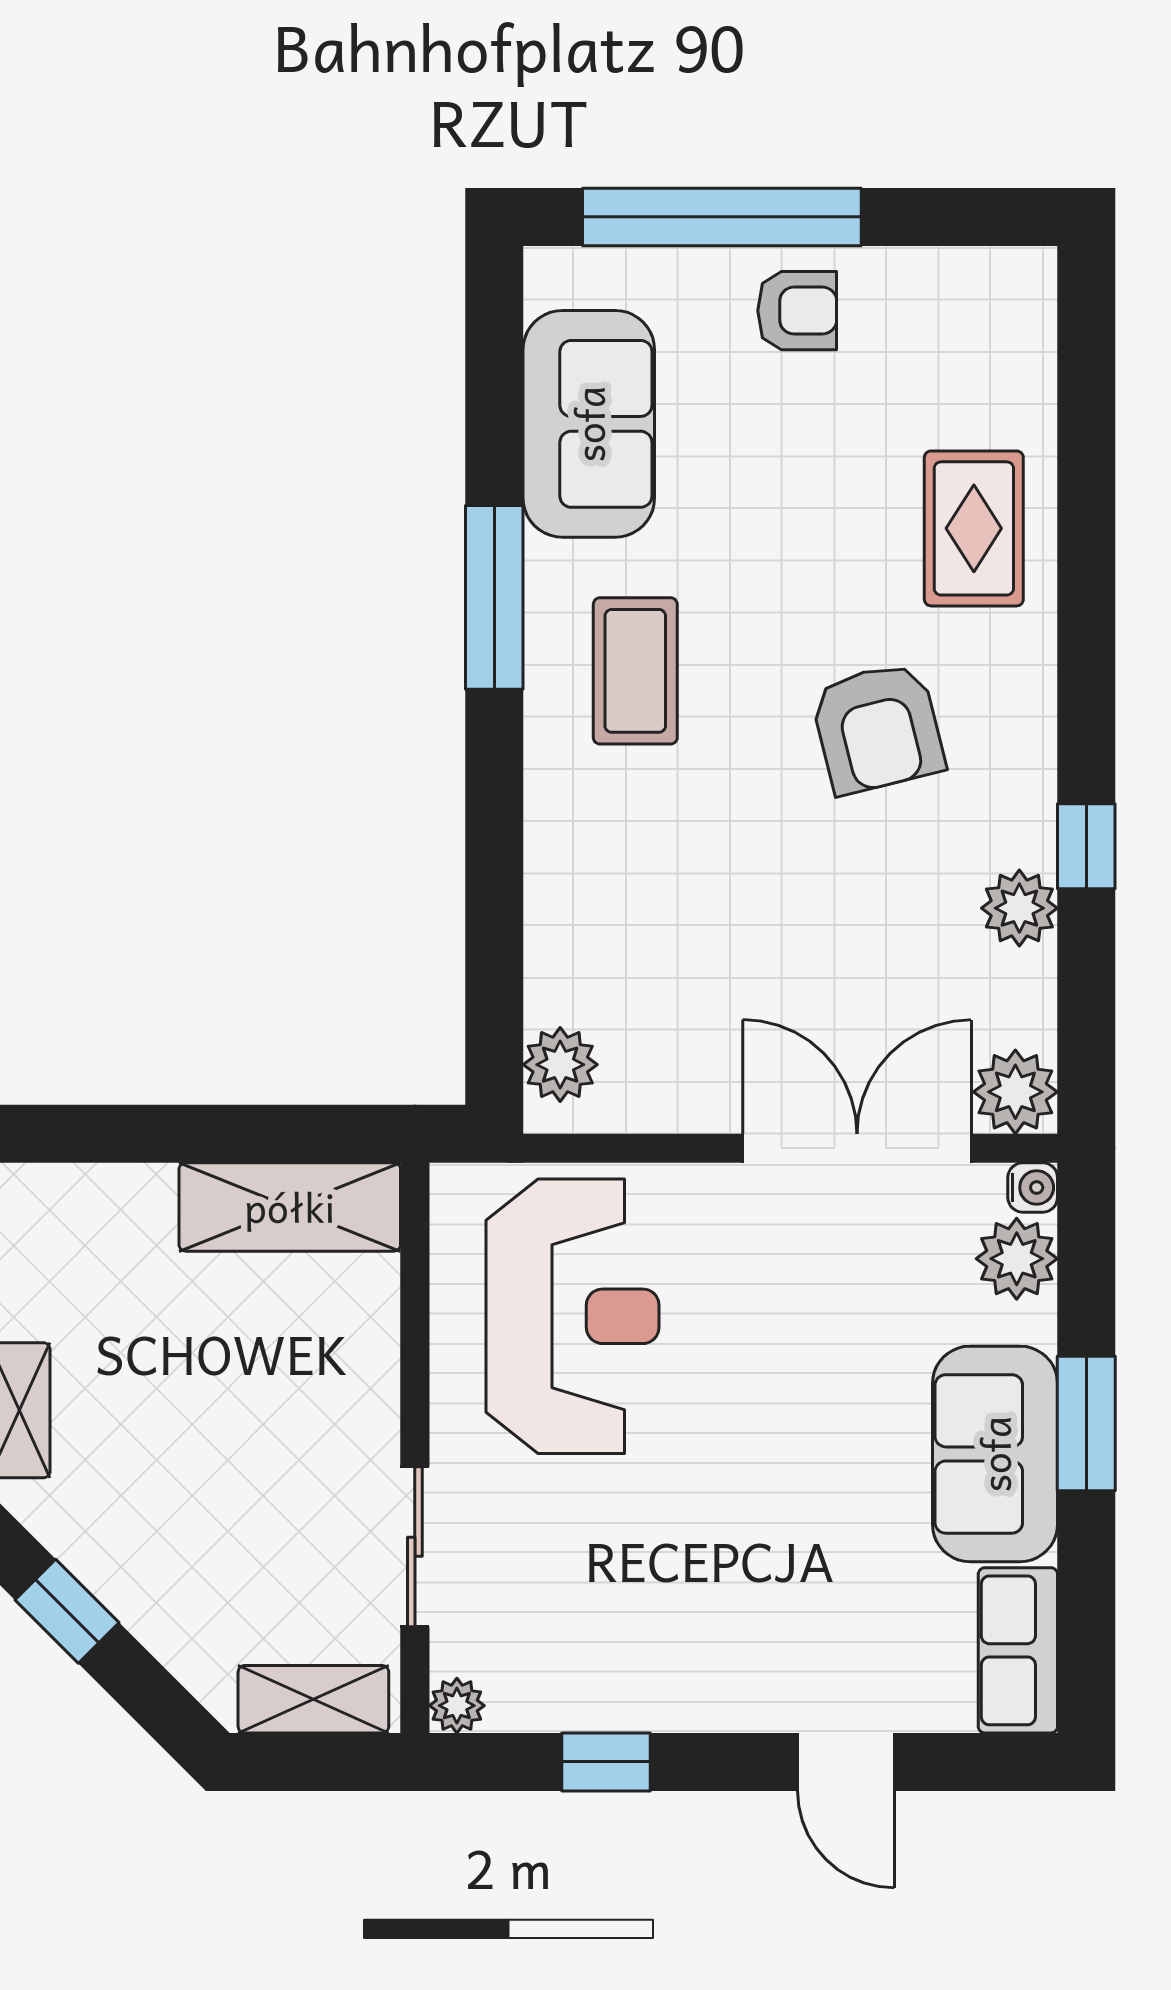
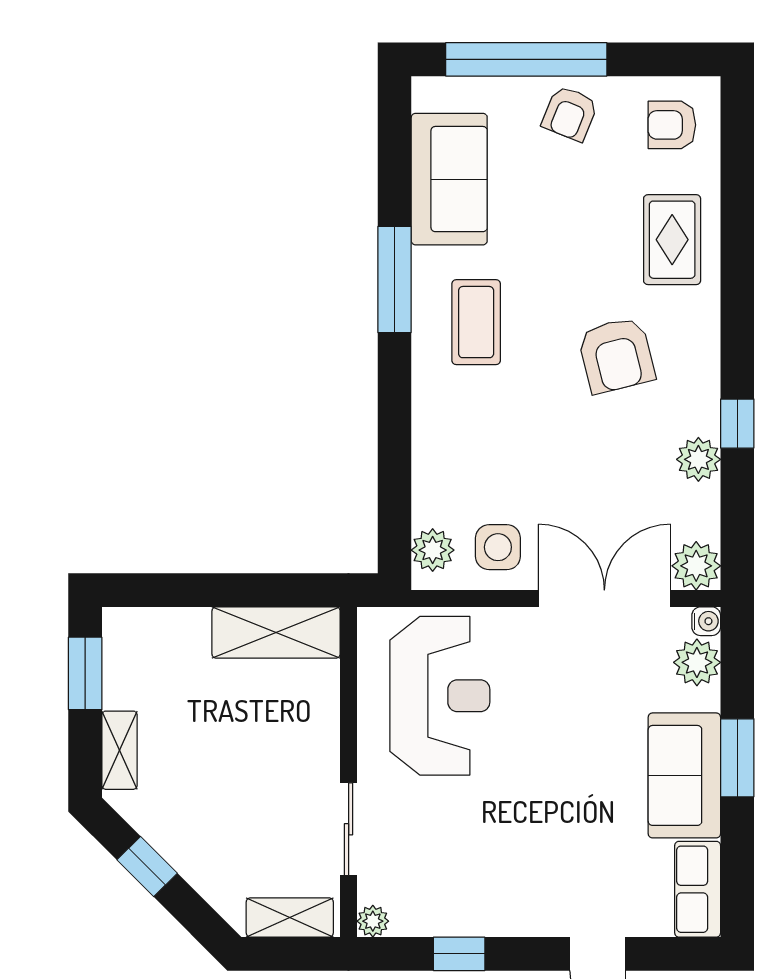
armchair: (797, 311) -> (570, 113), turned 112
armchair: (973, 330) -> (672, 125), added
side table: (673, 1060) -> (498, 547), added

